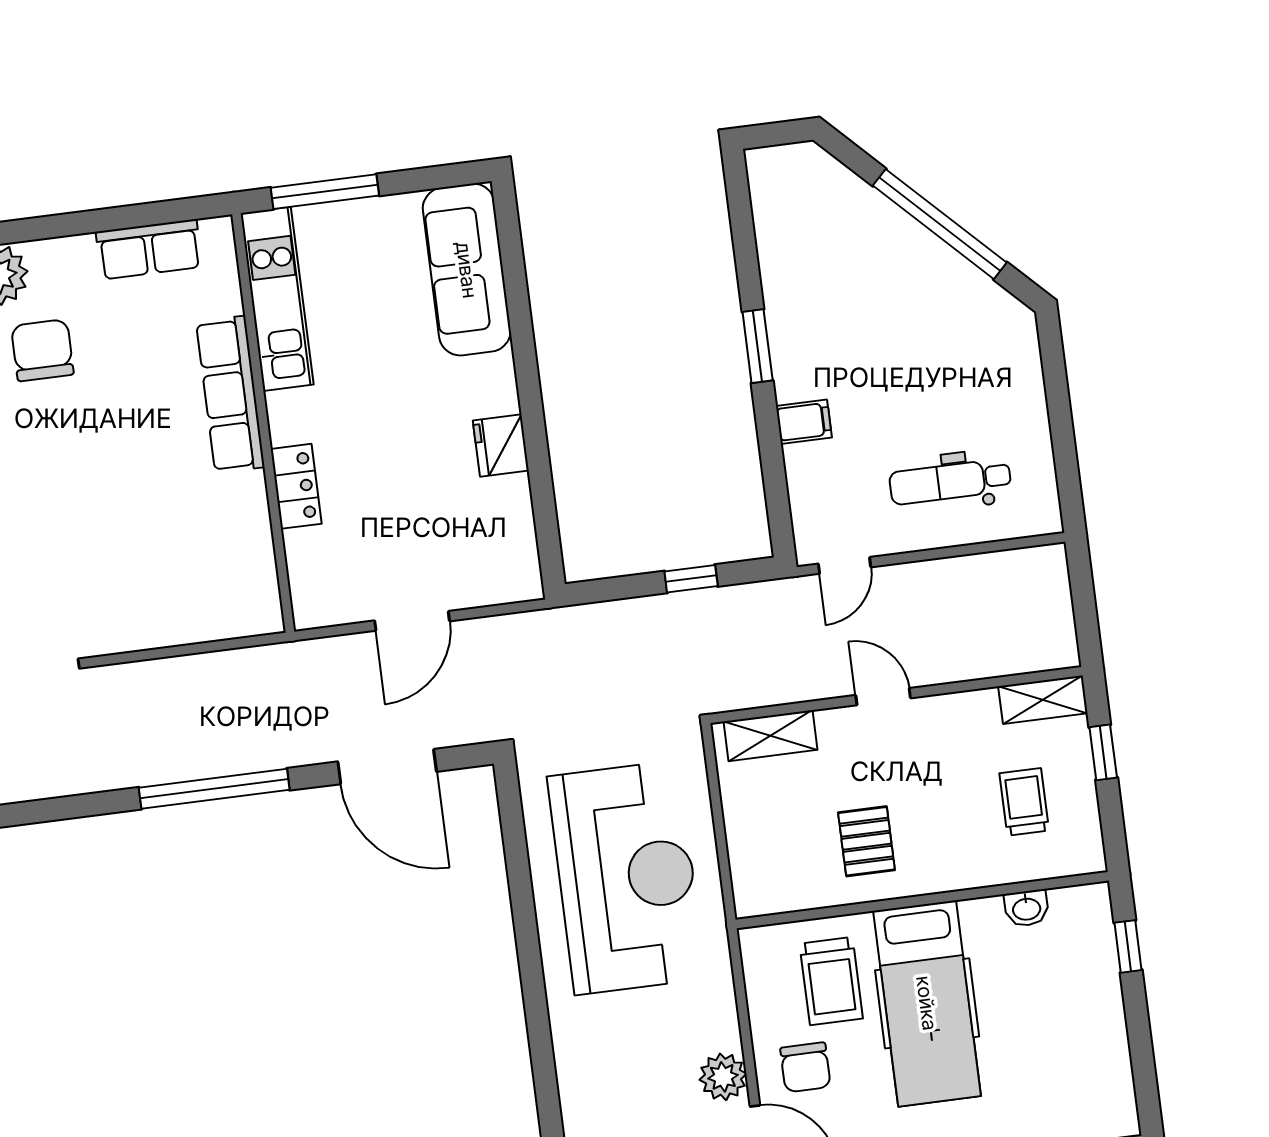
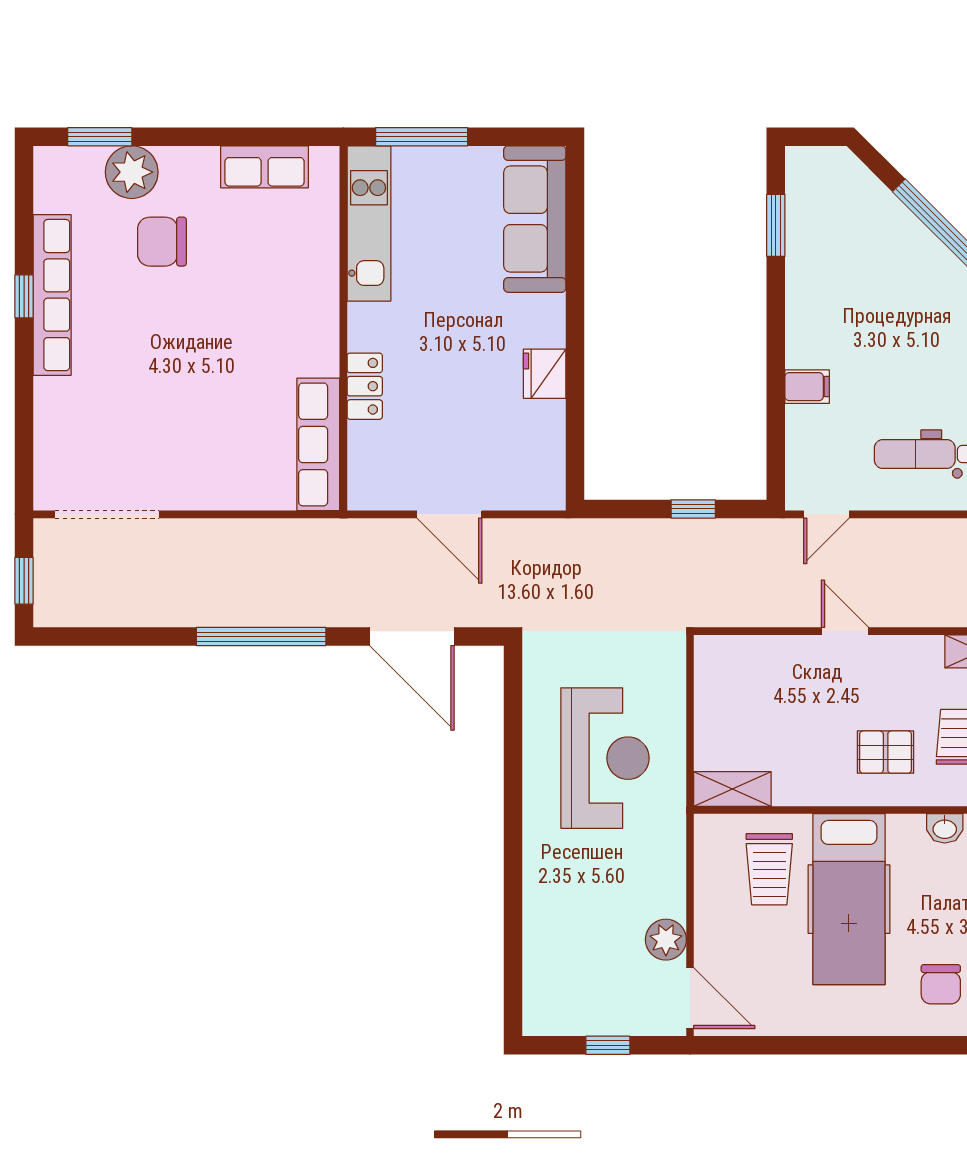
window: (758, 346) -> (776, 225), moved
chair: (42, 350) -> (162, 242), turned -90
row of seats: (230, 394) -> (318, 444), moved
door: (412, 621) -> (449, 514), hinge flipped
shelving: (771, 736) -> (732, 789), moved
pallet: (866, 841) -> (886, 752), moved, turned 90
reception desk: (626, 878) -> (605, 758), width x0.74, depth x0.77
chair: (805, 1067) -> (941, 984), moved

